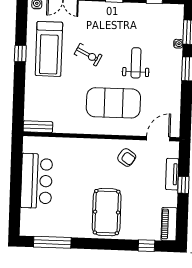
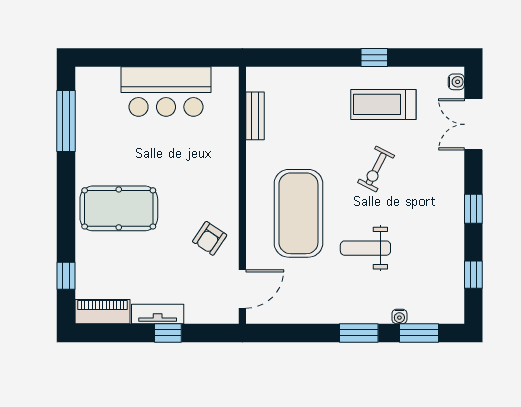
treadmill: (49, 49) -> (383, 104), width x0.73, depth x0.73
weight bench: (136, 63) -> (365, 248), turned 180
bench: (38, 127) -> (255, 116), moved
door: (158, 139) -> (242, 289), hinge flipped
tv unit: (172, 174) -> (158, 314), moved

